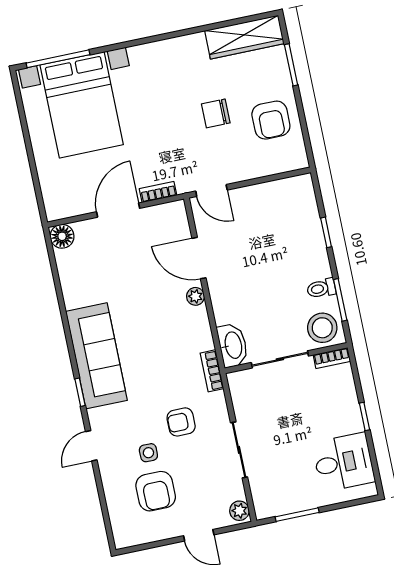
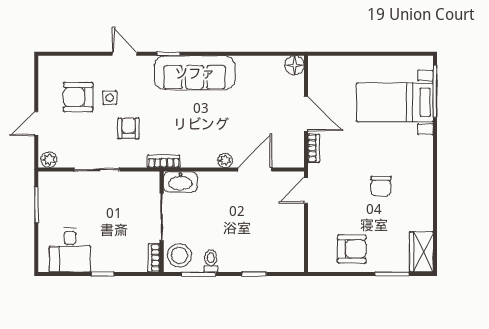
wardrobe: (244, 37) -> (421, 252), width x0.67
bed with nightstands: (82, 105) -> (395, 102), width x0.73
chair: (216, 113) -> (381, 186), moved, turned 180
armchair: (271, 120) -> (352, 249), turned 180

